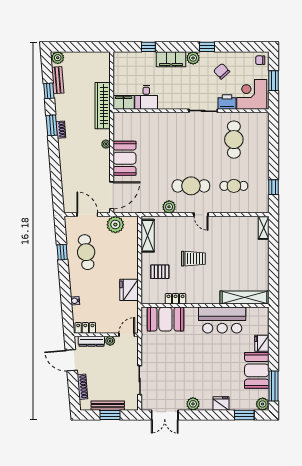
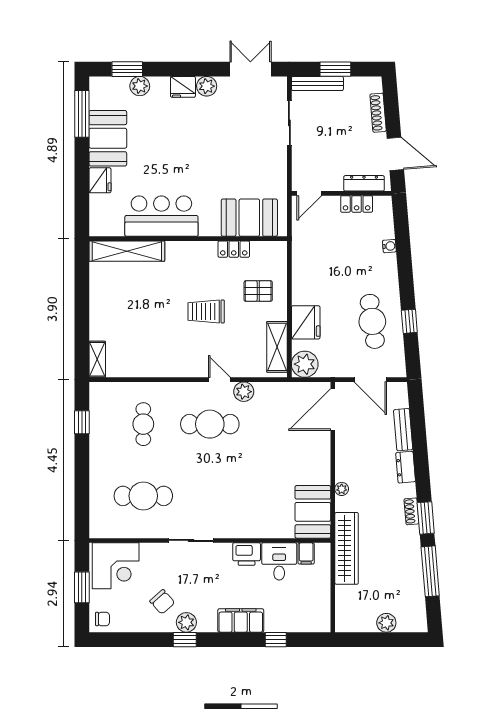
plant: (58, 58) -> (386, 623), moved
plant: (193, 58) -> (186, 622), moved
bench: (58, 80) -> (403, 430), moved
window: (49, 91) -> (430, 571), width x2.17
filing cabinet: (124, 102) -> (306, 553), width x0.50
printer: (227, 102) -> (247, 554), moved
cafe table: (234, 140) -> (143, 496), turned 90
dresser: (65, 158) -> (406, 467), added
booth: (124, 158) -> (313, 512), moved
cafe table: (234, 186) -> (143, 424), turned 90
door: (201, 215) -> (219, 380), moved
plant: (115, 225) -> (305, 364), moved
fridge: (129, 290) -> (306, 322), moved
locker: (85, 328) -> (357, 204), moved
plant: (110, 341) -> (335, 184), removed
fridge: (221, 403) -> (183, 87), moved
plant: (263, 404) -> (140, 86), moved
bench: (108, 406) -> (317, 84), moved

